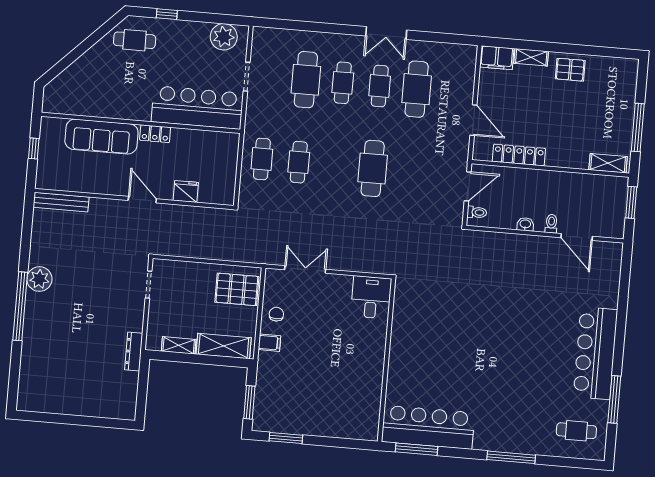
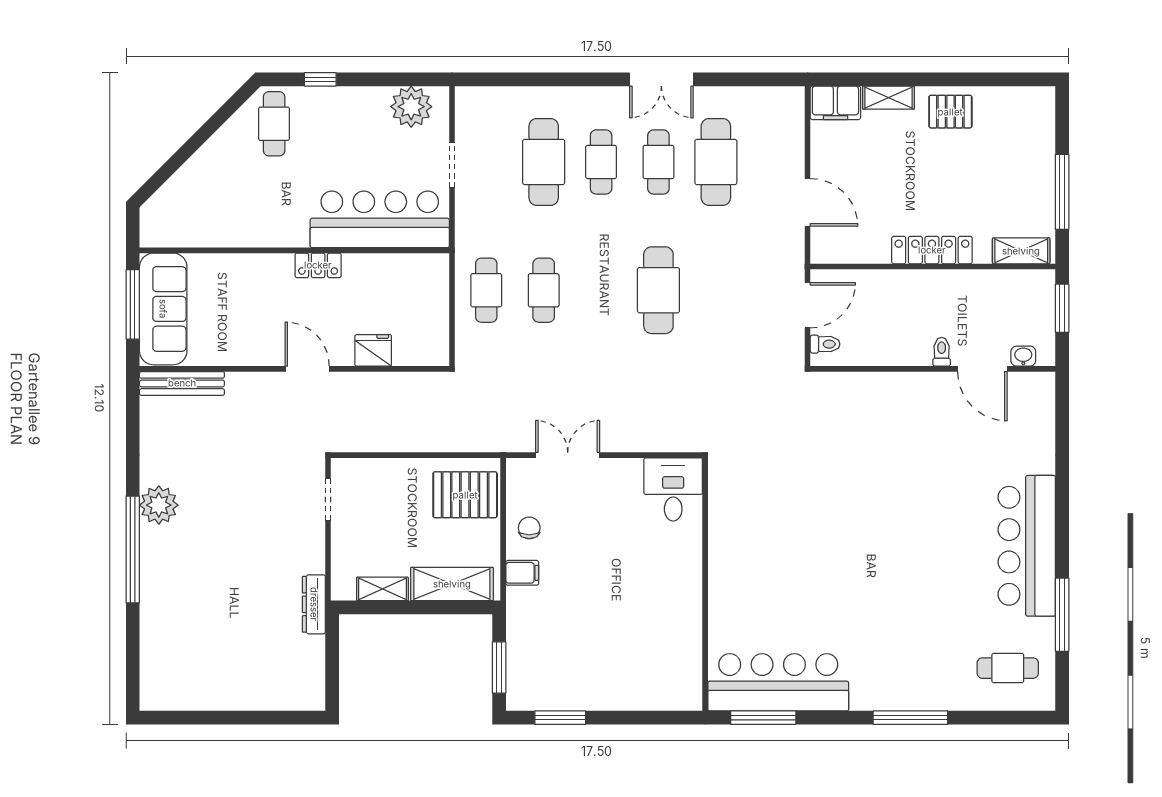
cafe table: (135, 40) -> (274, 124), turned 90
sofa: (101, 137) -> (163, 309), moved, turned -90
window: (34, 149) -> (133, 304), width x2.17
locker: (519, 155) -> (932, 250), moved
washbasin: (525, 224) -> (1023, 356), moved

